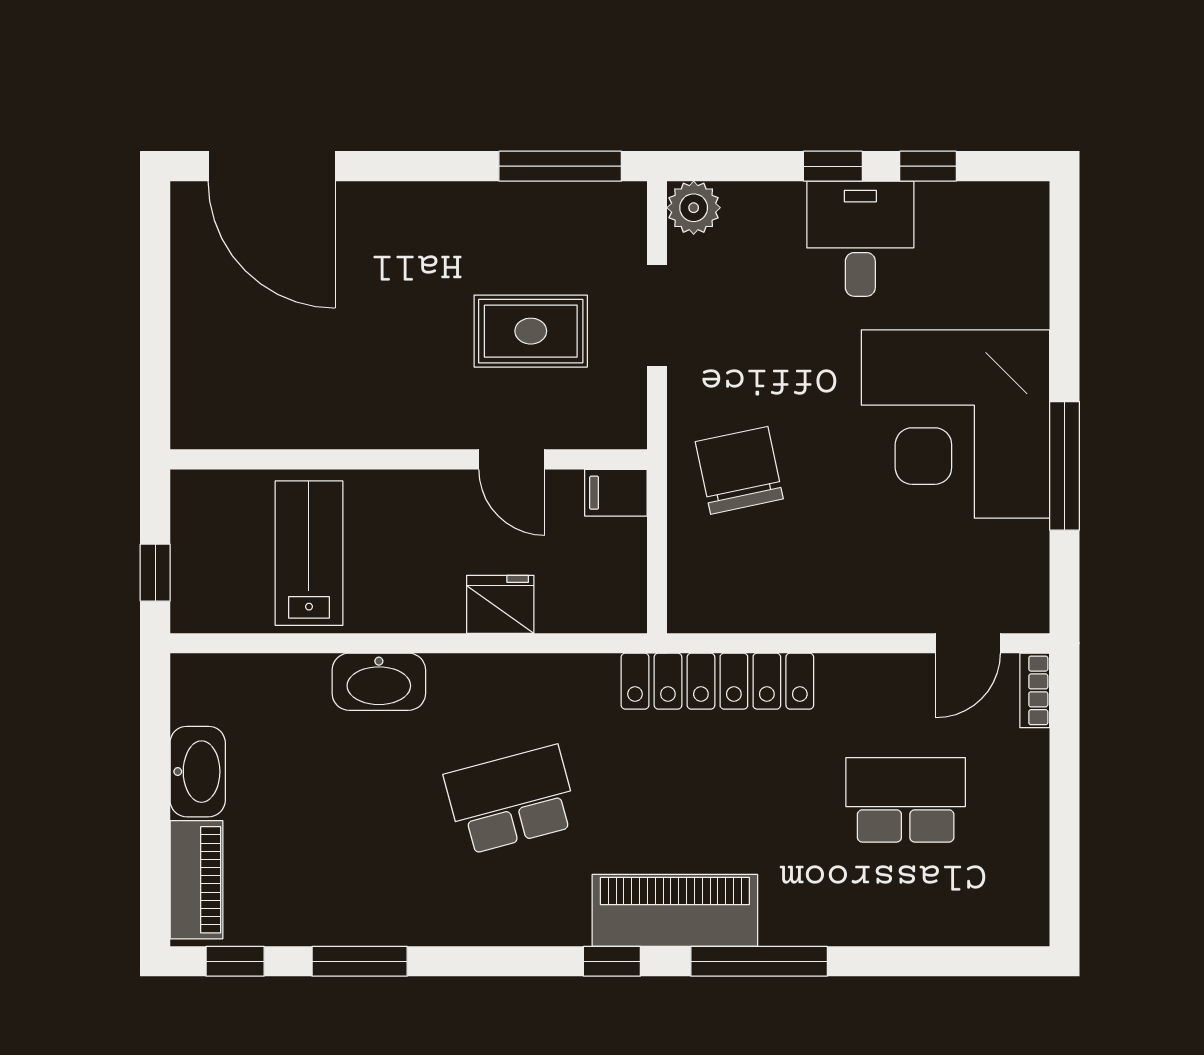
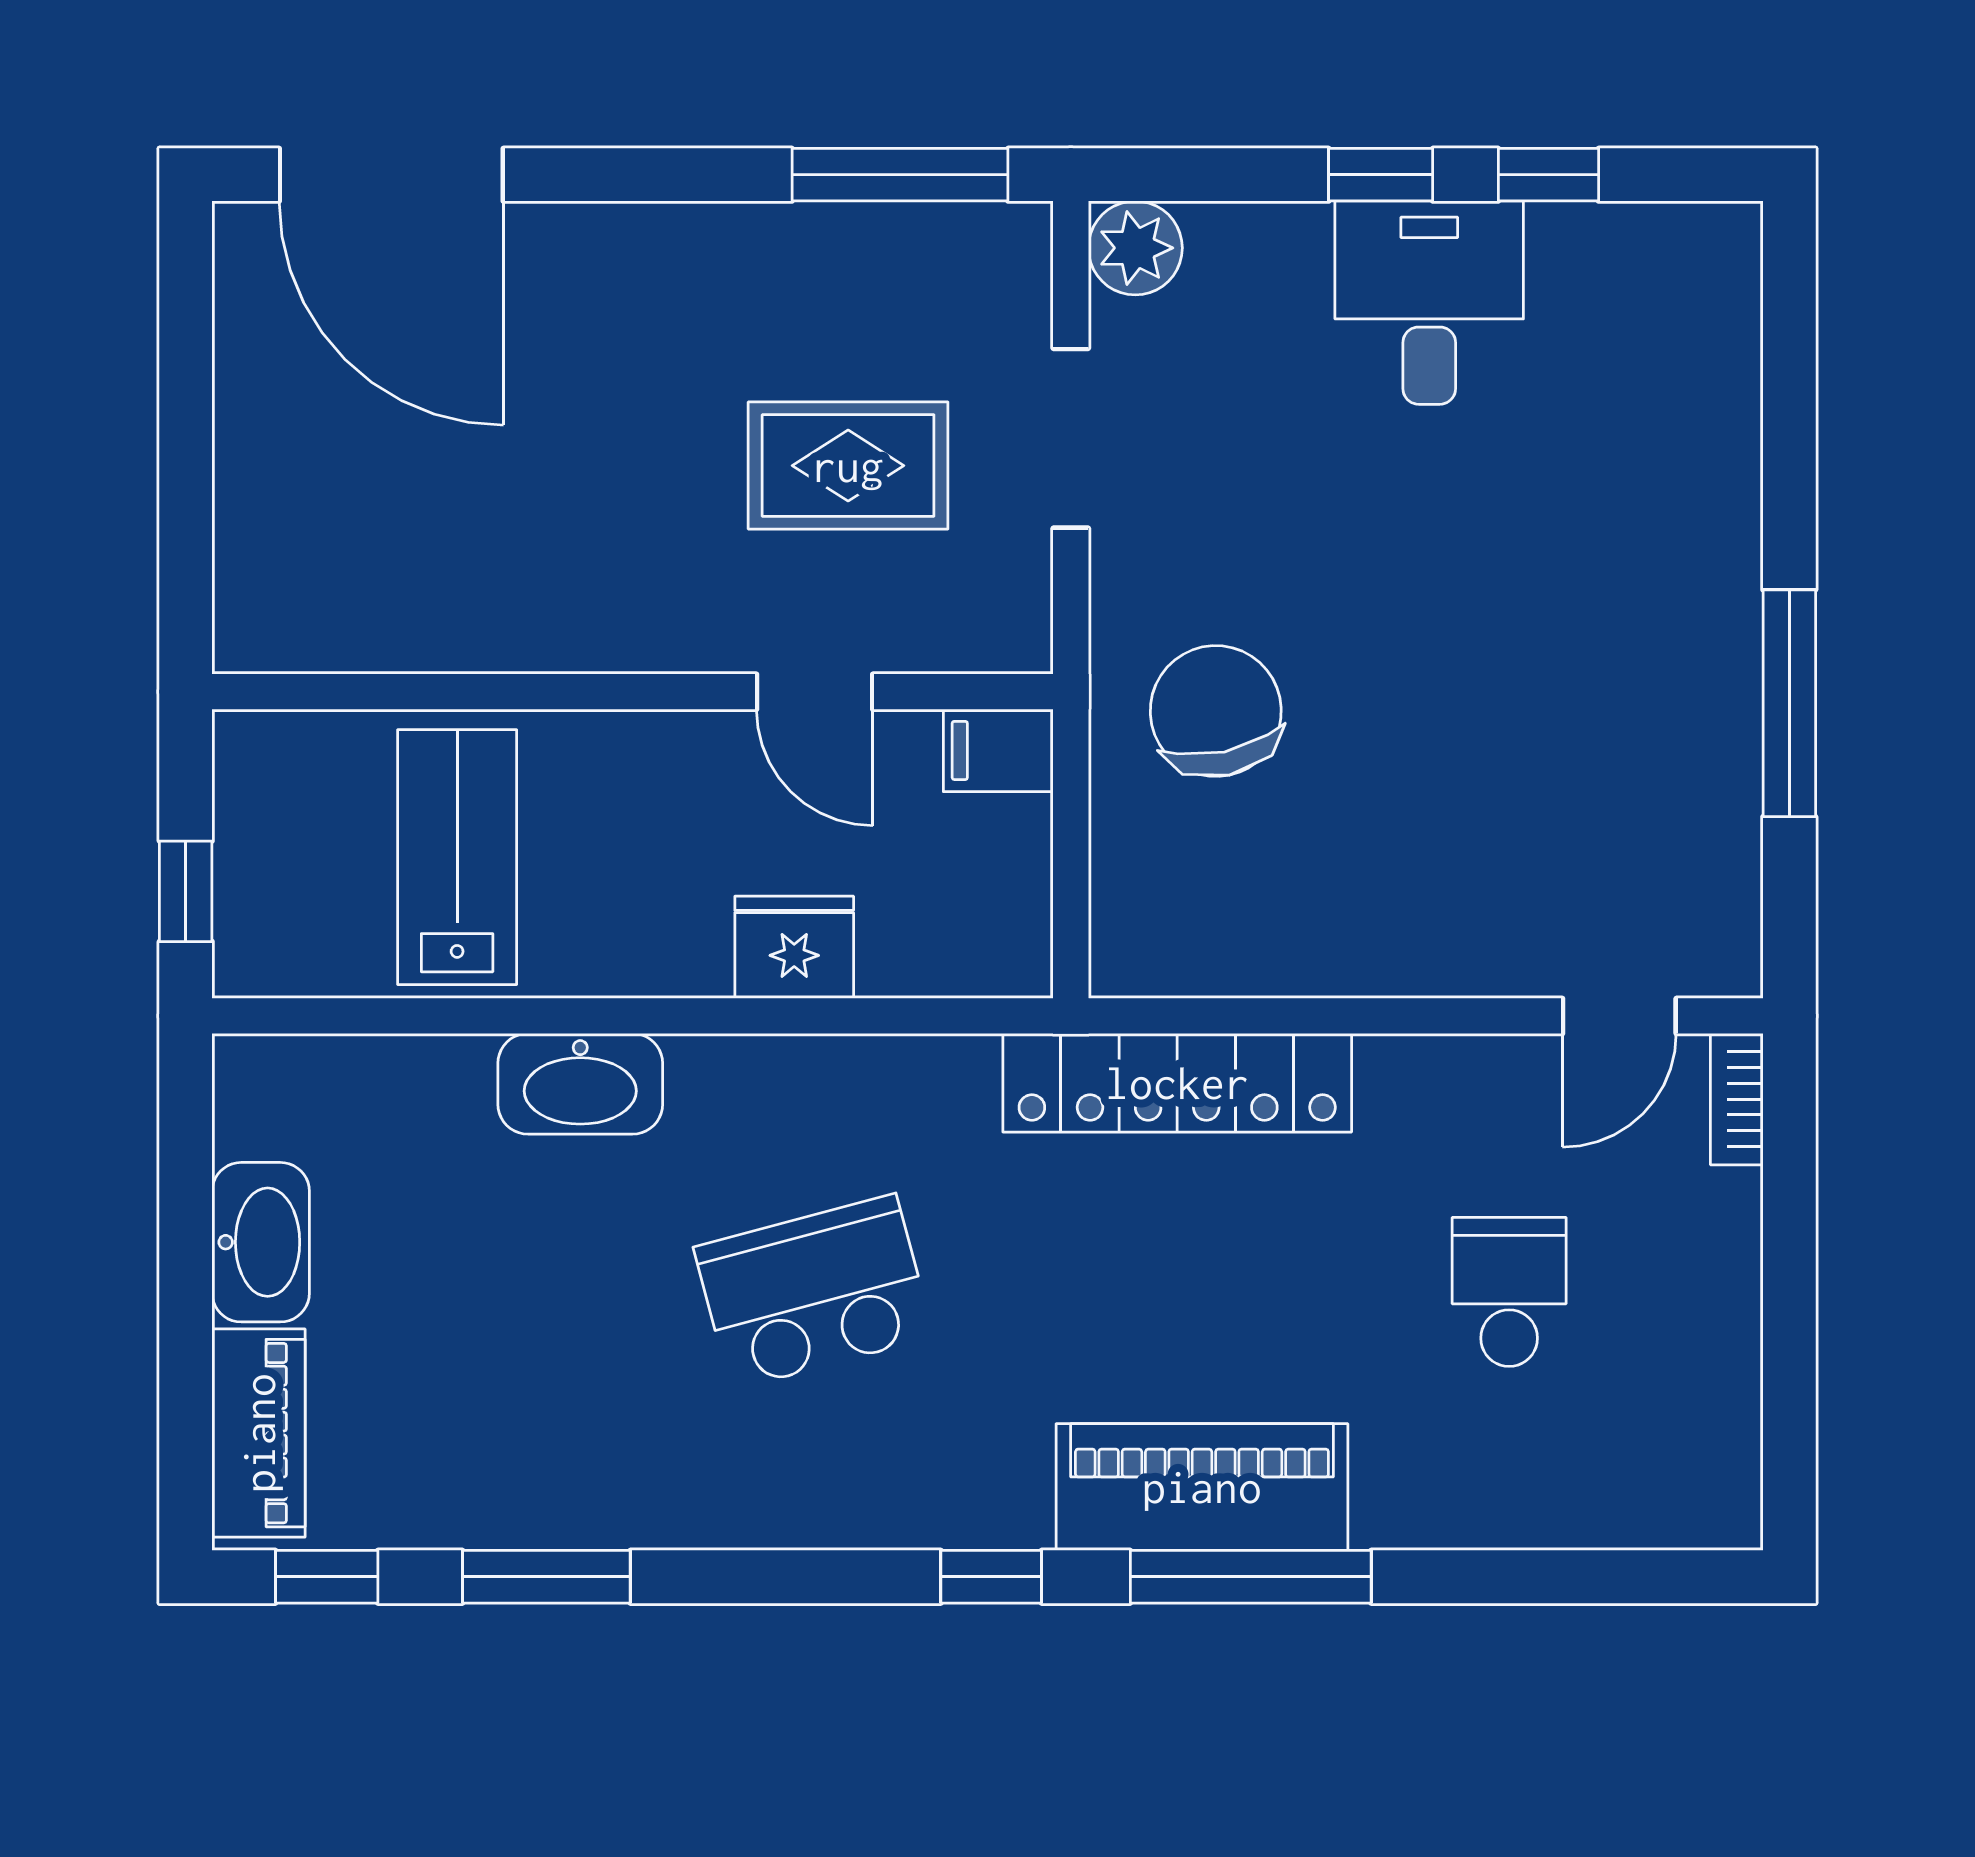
corner desk: (955, 424) -> (1597, 629), removed
school desk: (906, 800) -> (1509, 1292), width x0.54
piano: (675, 910) -> (1202, 1487), moved

